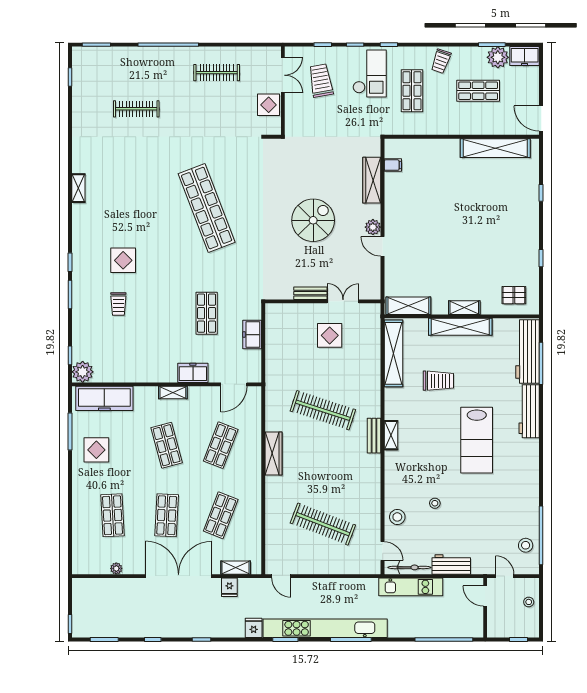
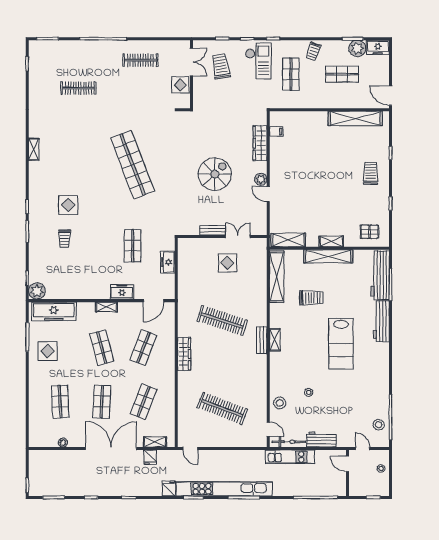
trolley: (515, 219) -> (371, 173), added

